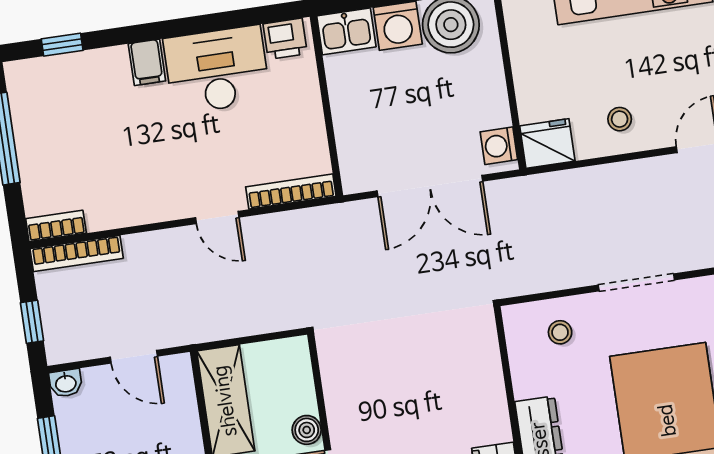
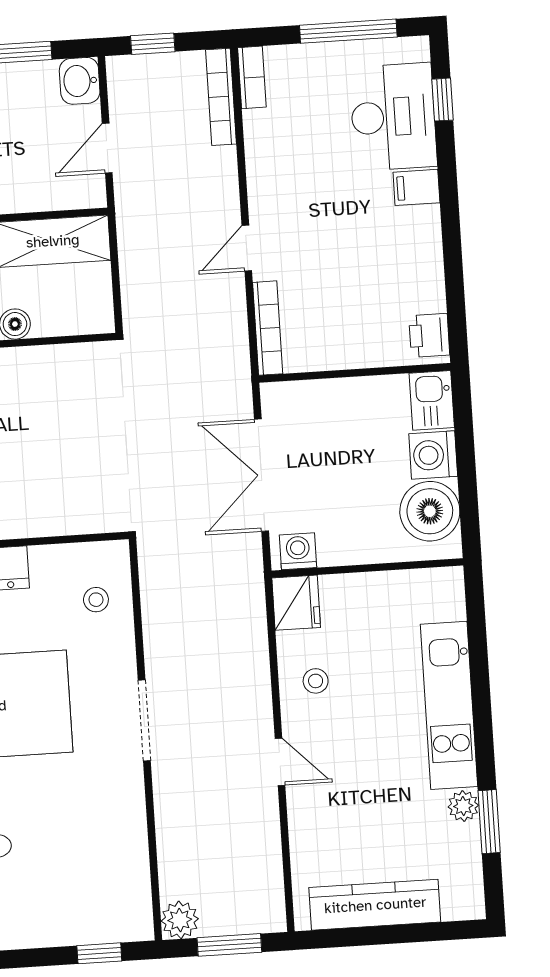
desk: (217, 70) -> (393, 117), moved
doorway: (636, 282) -> (144, 720), moved
washbasin: (66, 383) -> (80, 81), width x1.38, depth x1.45

